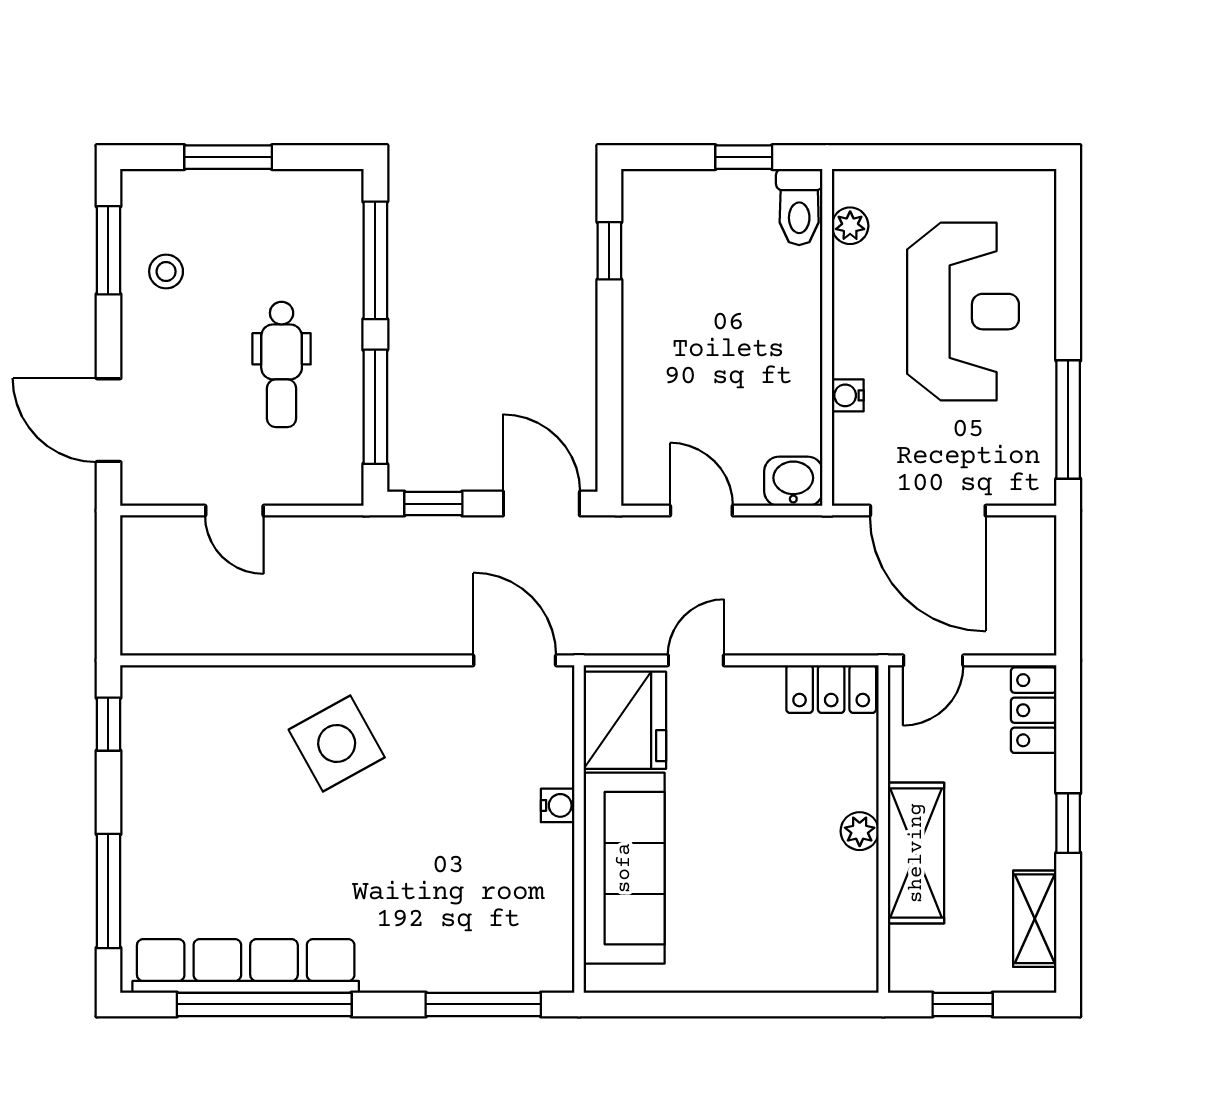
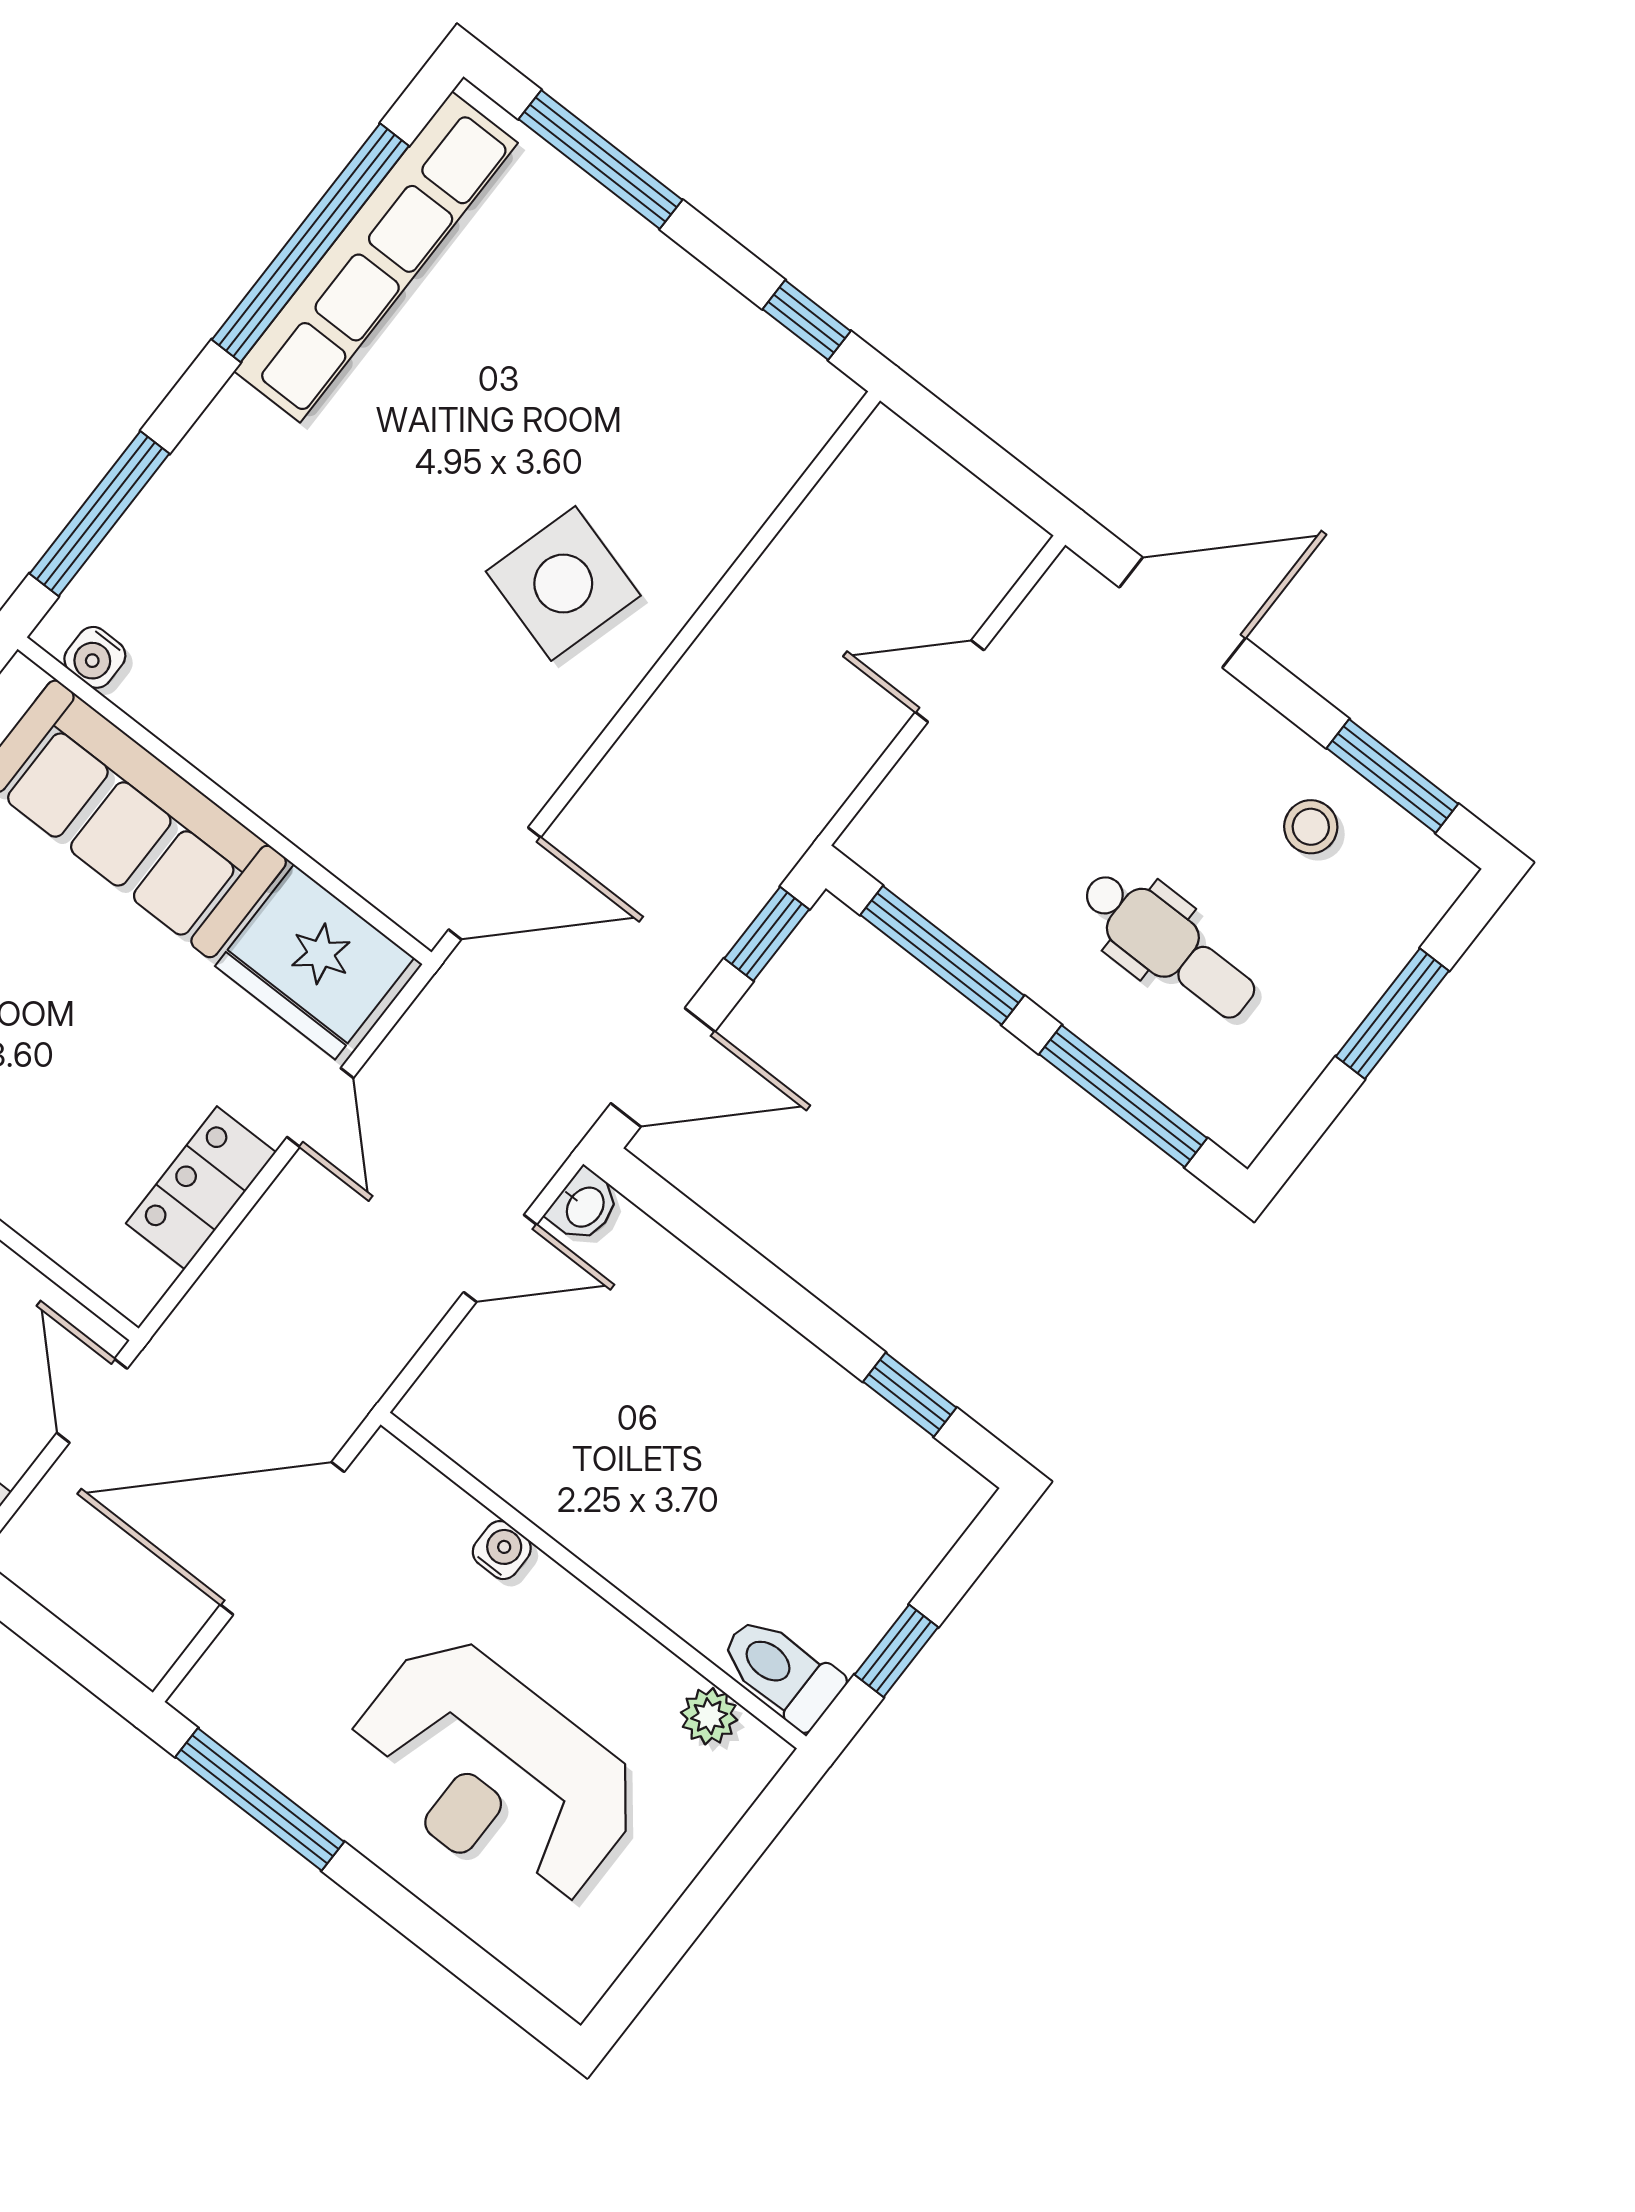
dental chair: (282, 364) -> (1168, 945), moved, turned 180
washbasin: (793, 481) -> (584, 1206), moved, width x0.72, depth x0.69
locker: (831, 689) -> (201, 1188), moved
side table: (337, 743) -> (563, 583), turned 45
water cooler: (558, 805) -> (95, 657), moved

